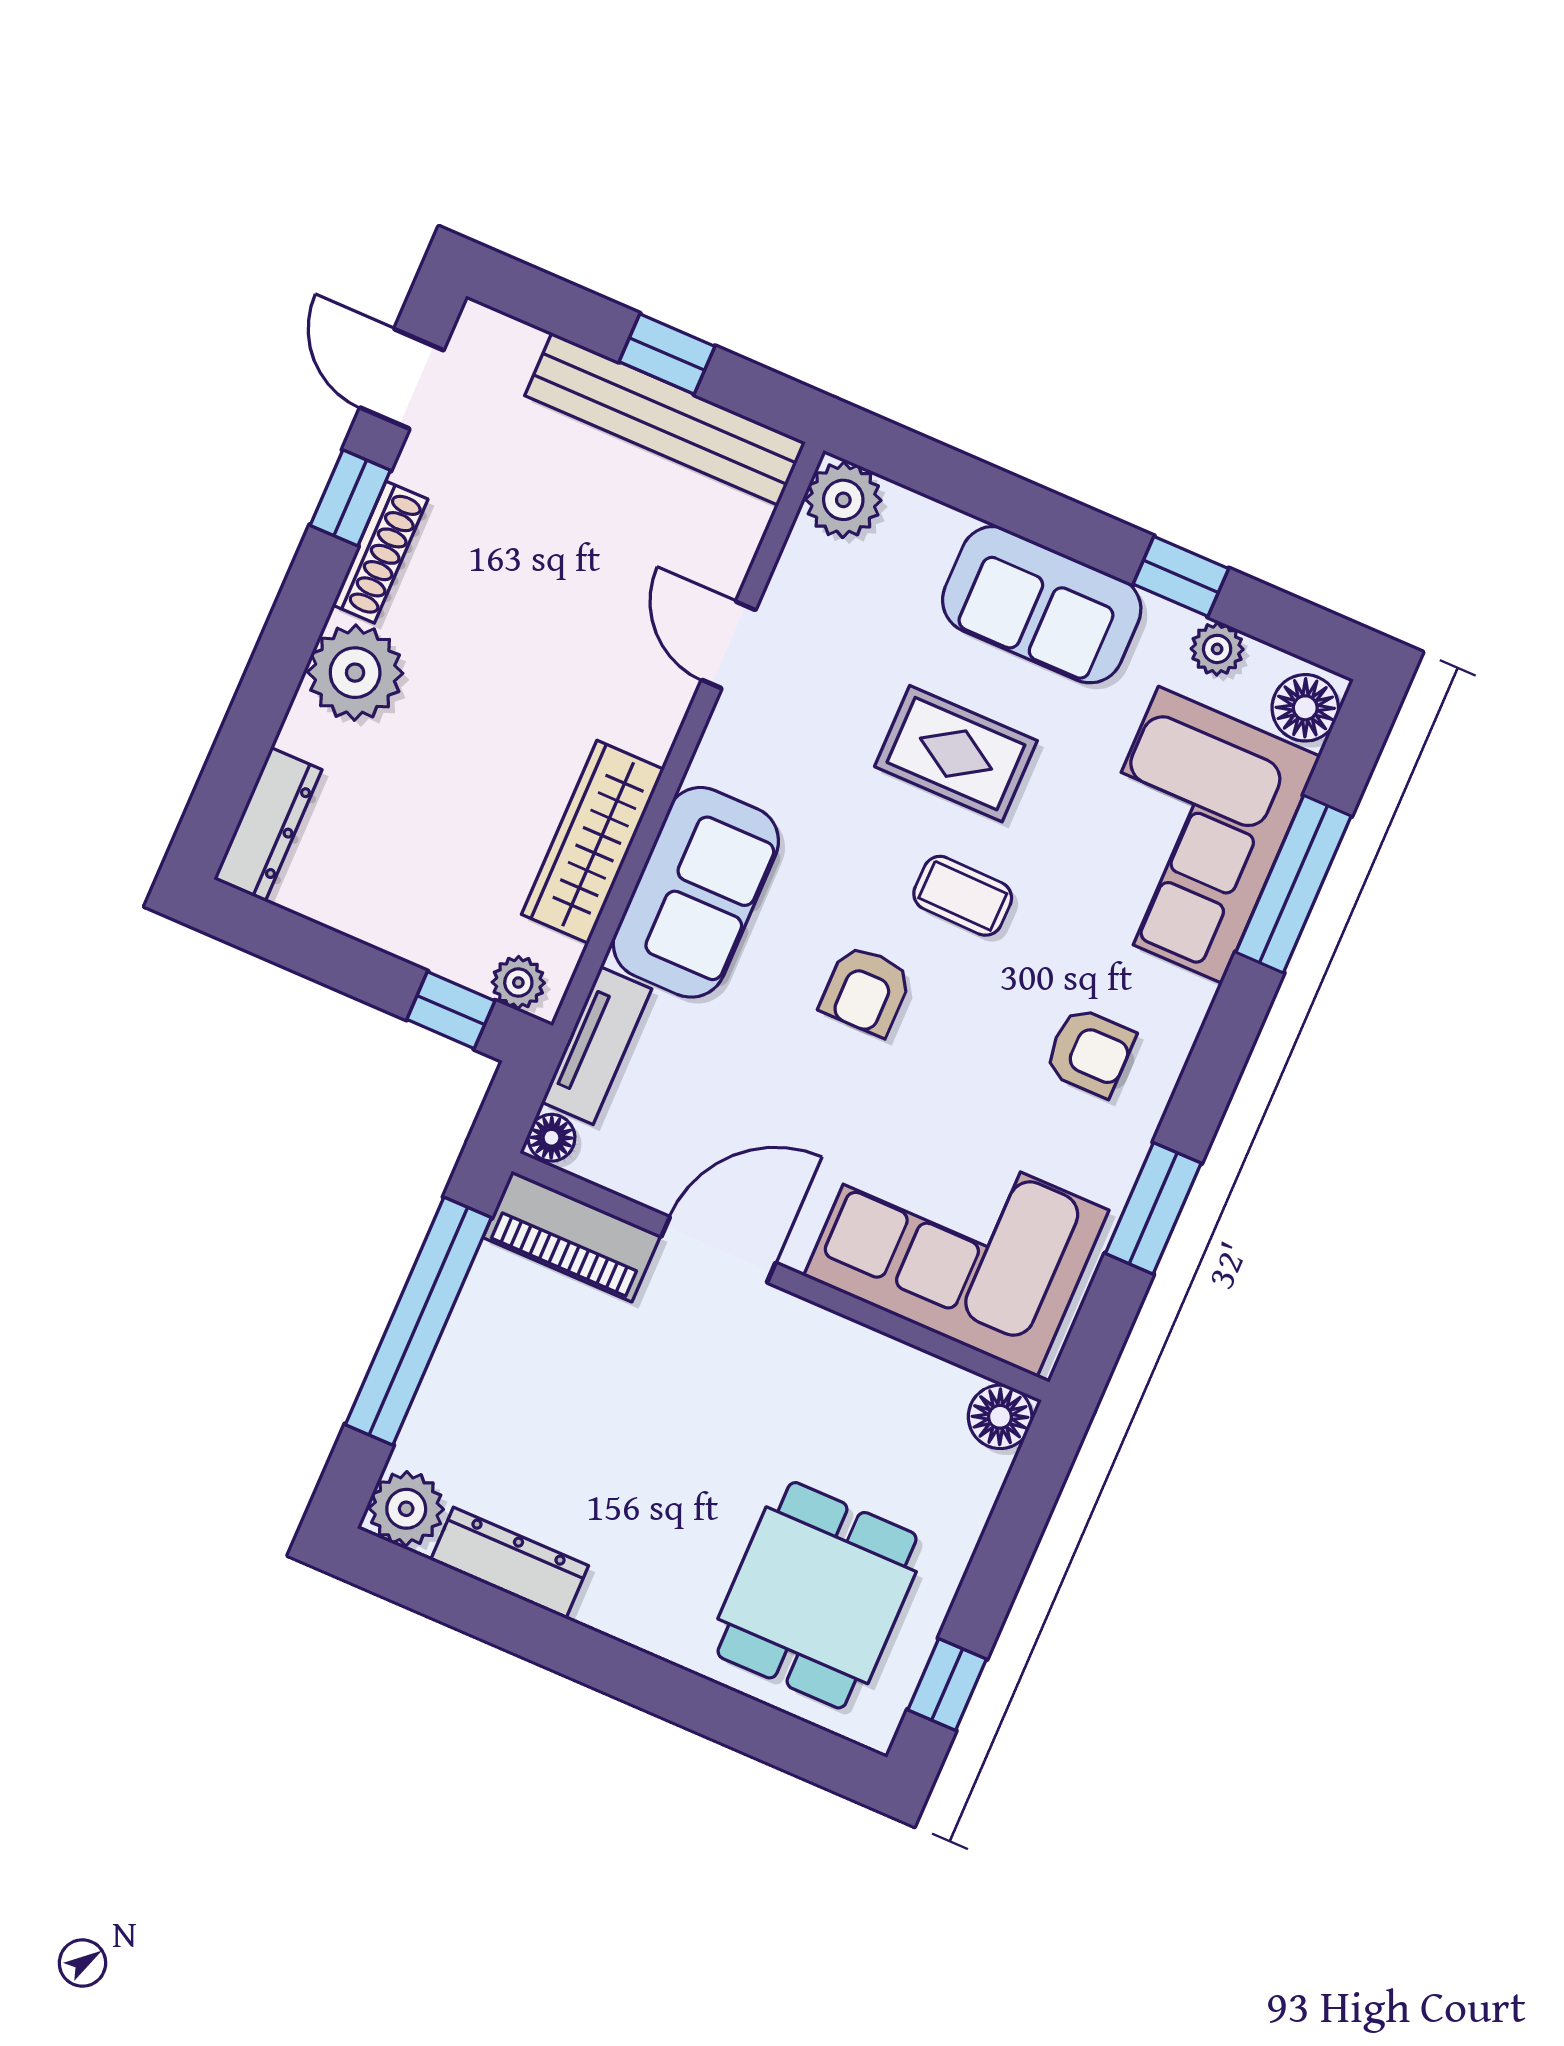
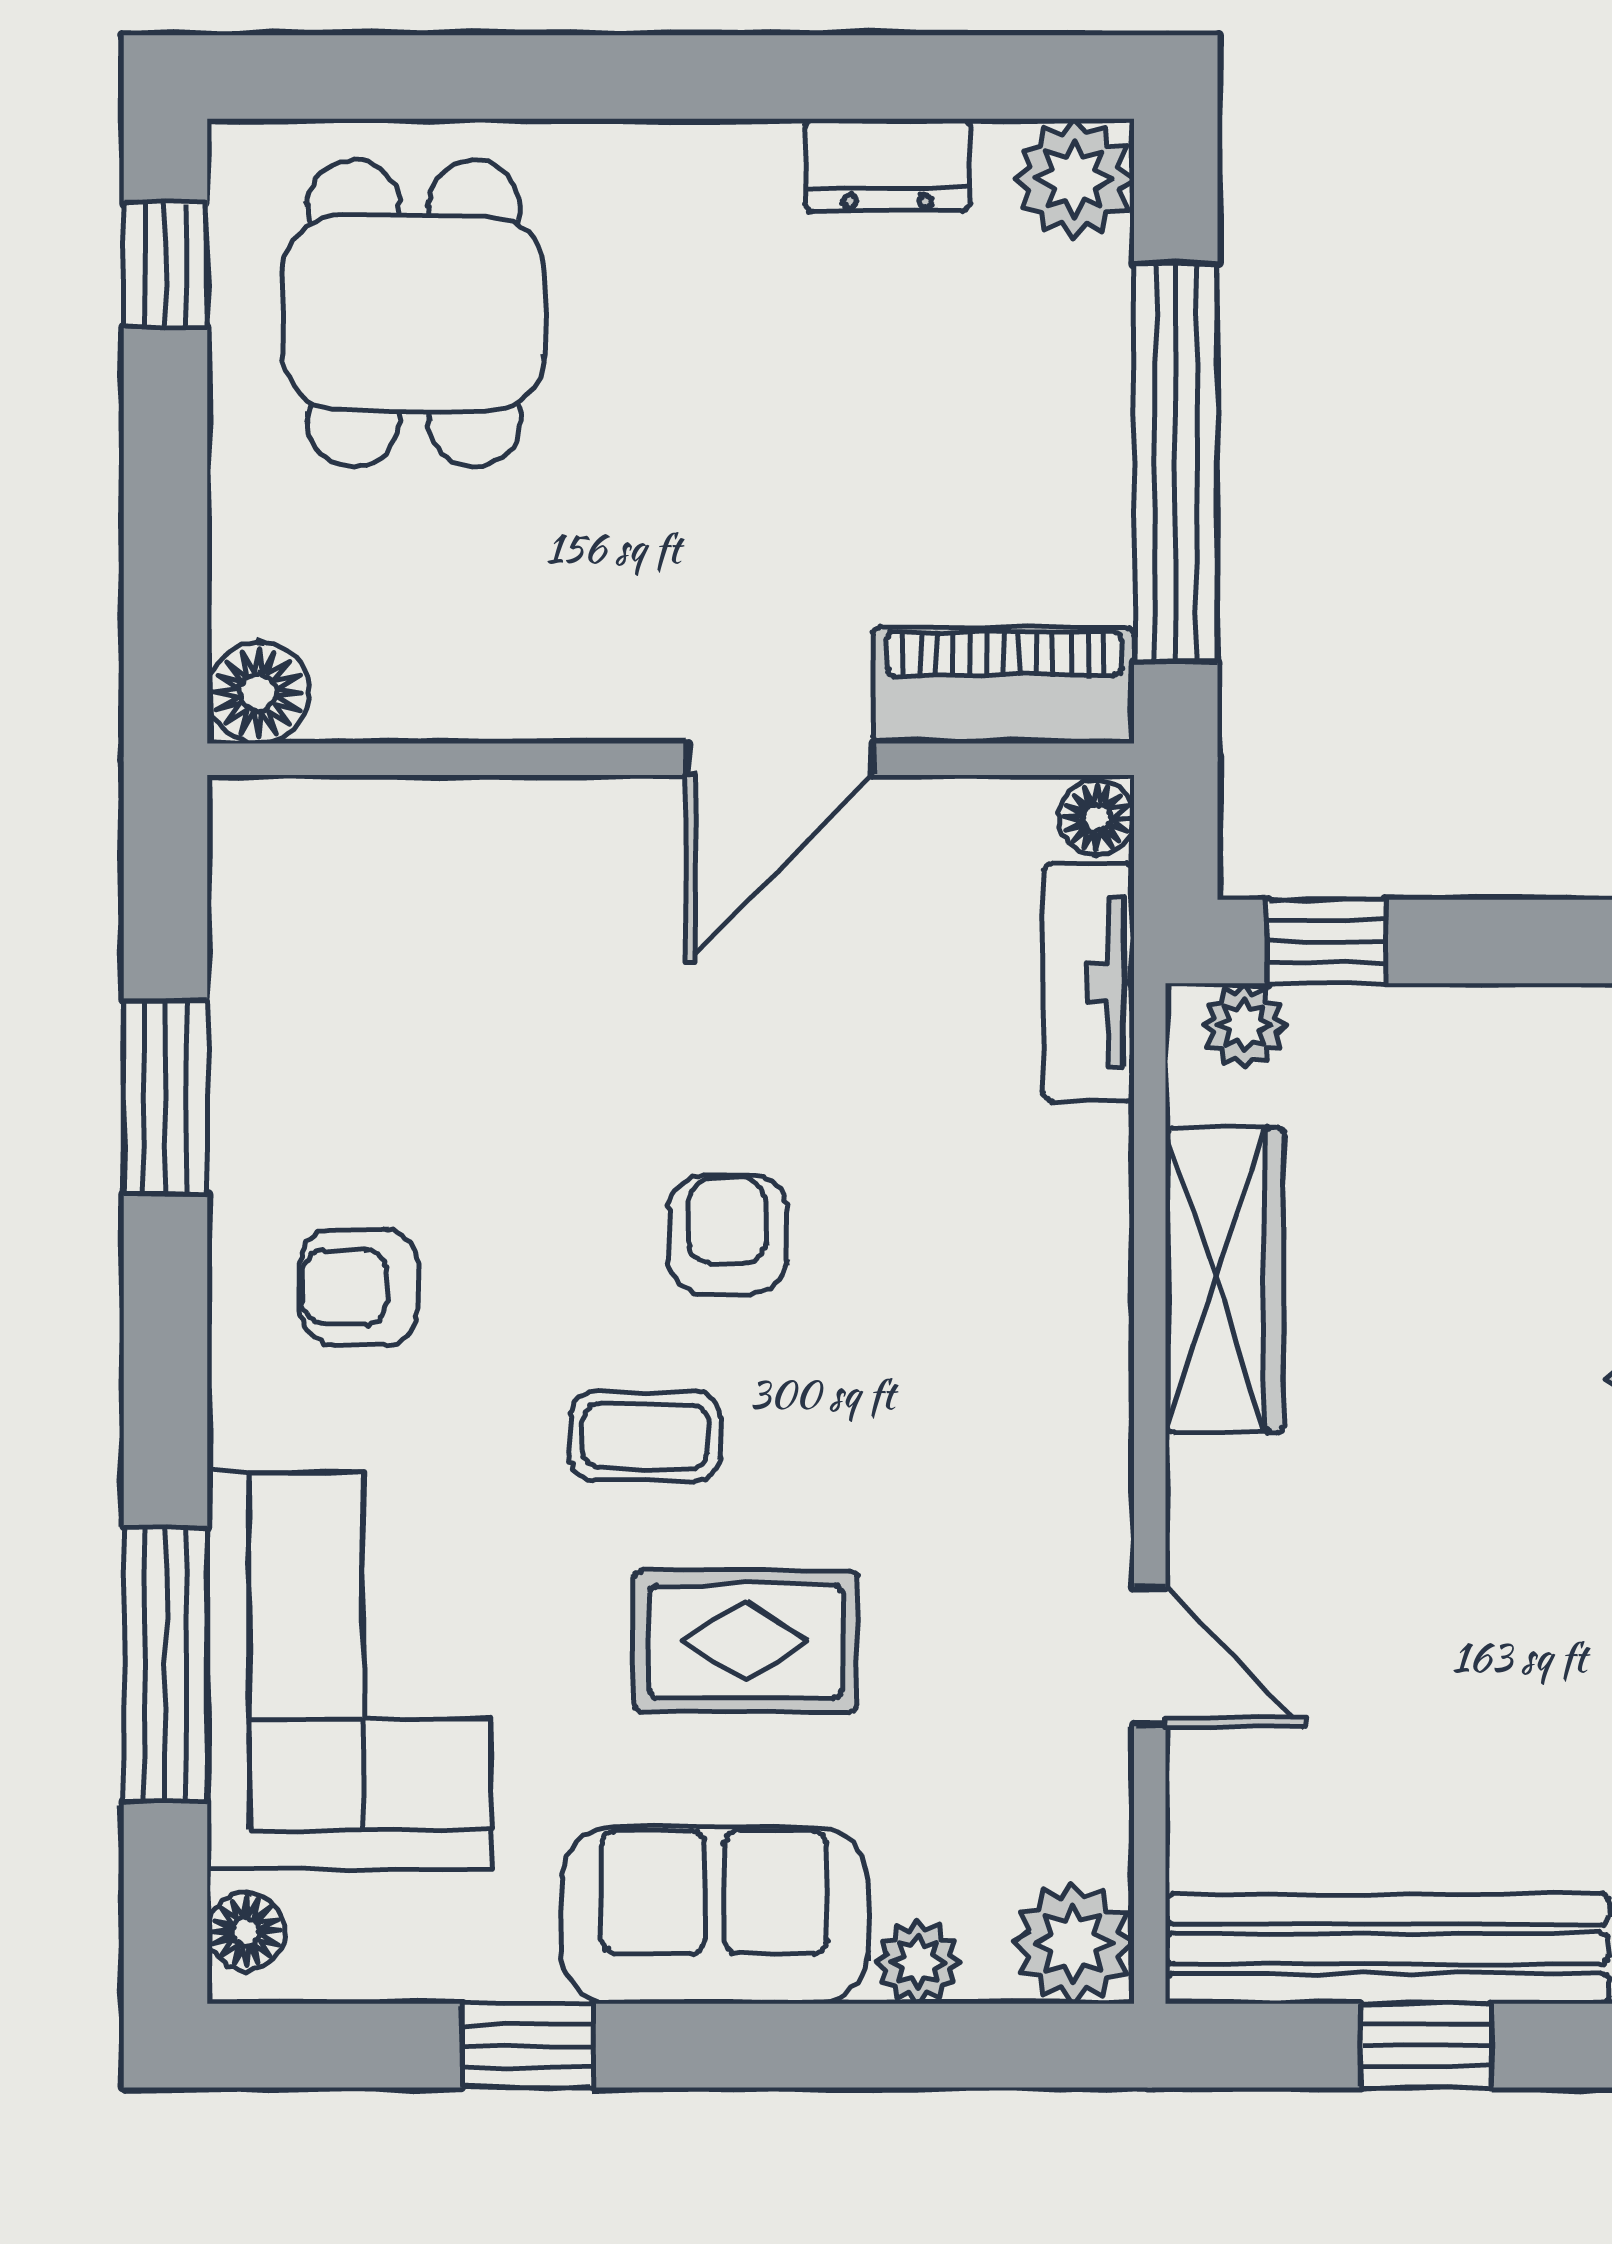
plant: (1217, 649) -> (918, 1962), moved
floor lamp: (1305, 708) -> (246, 1931), width x0.73, depth x0.73
sofa: (696, 892) -> (1040, 1271), removed
corner sofa: (956, 1243) -> (433, 921), removed
dresser: (510, 1563) -> (887, 165), width x0.70

